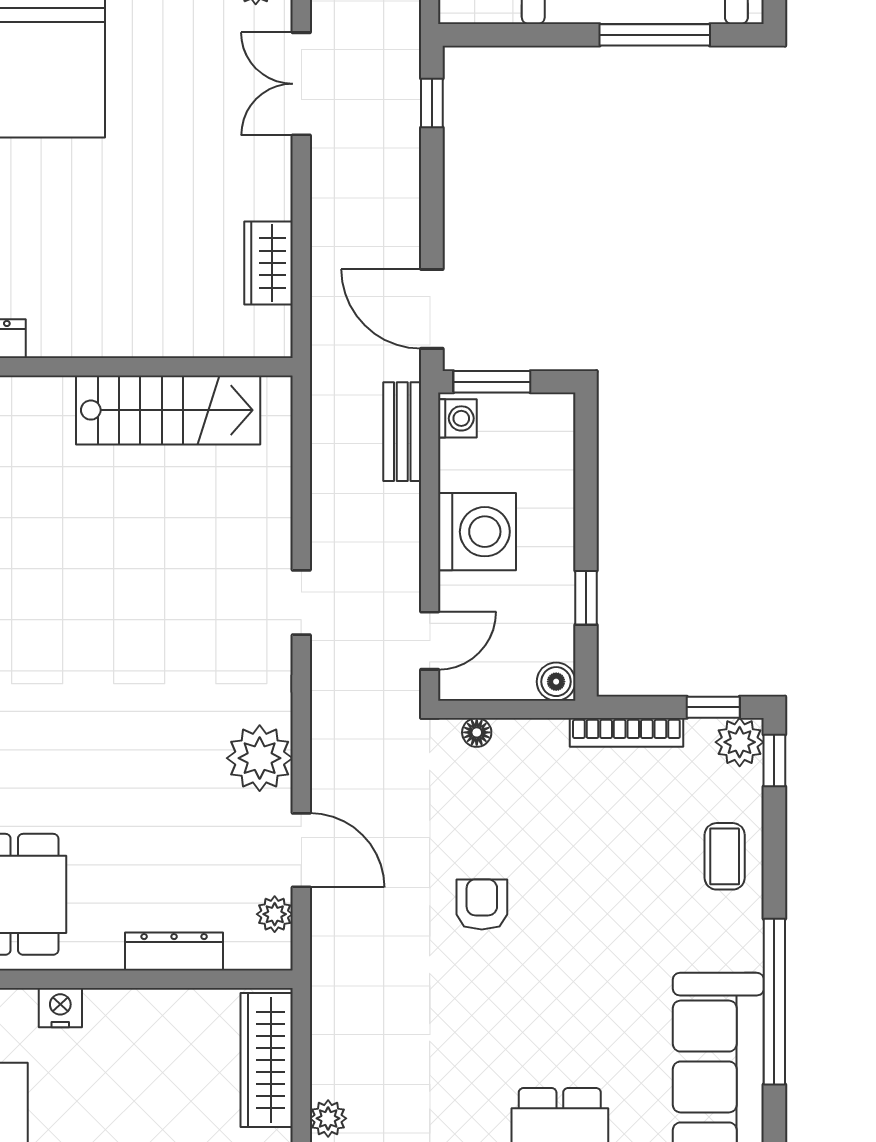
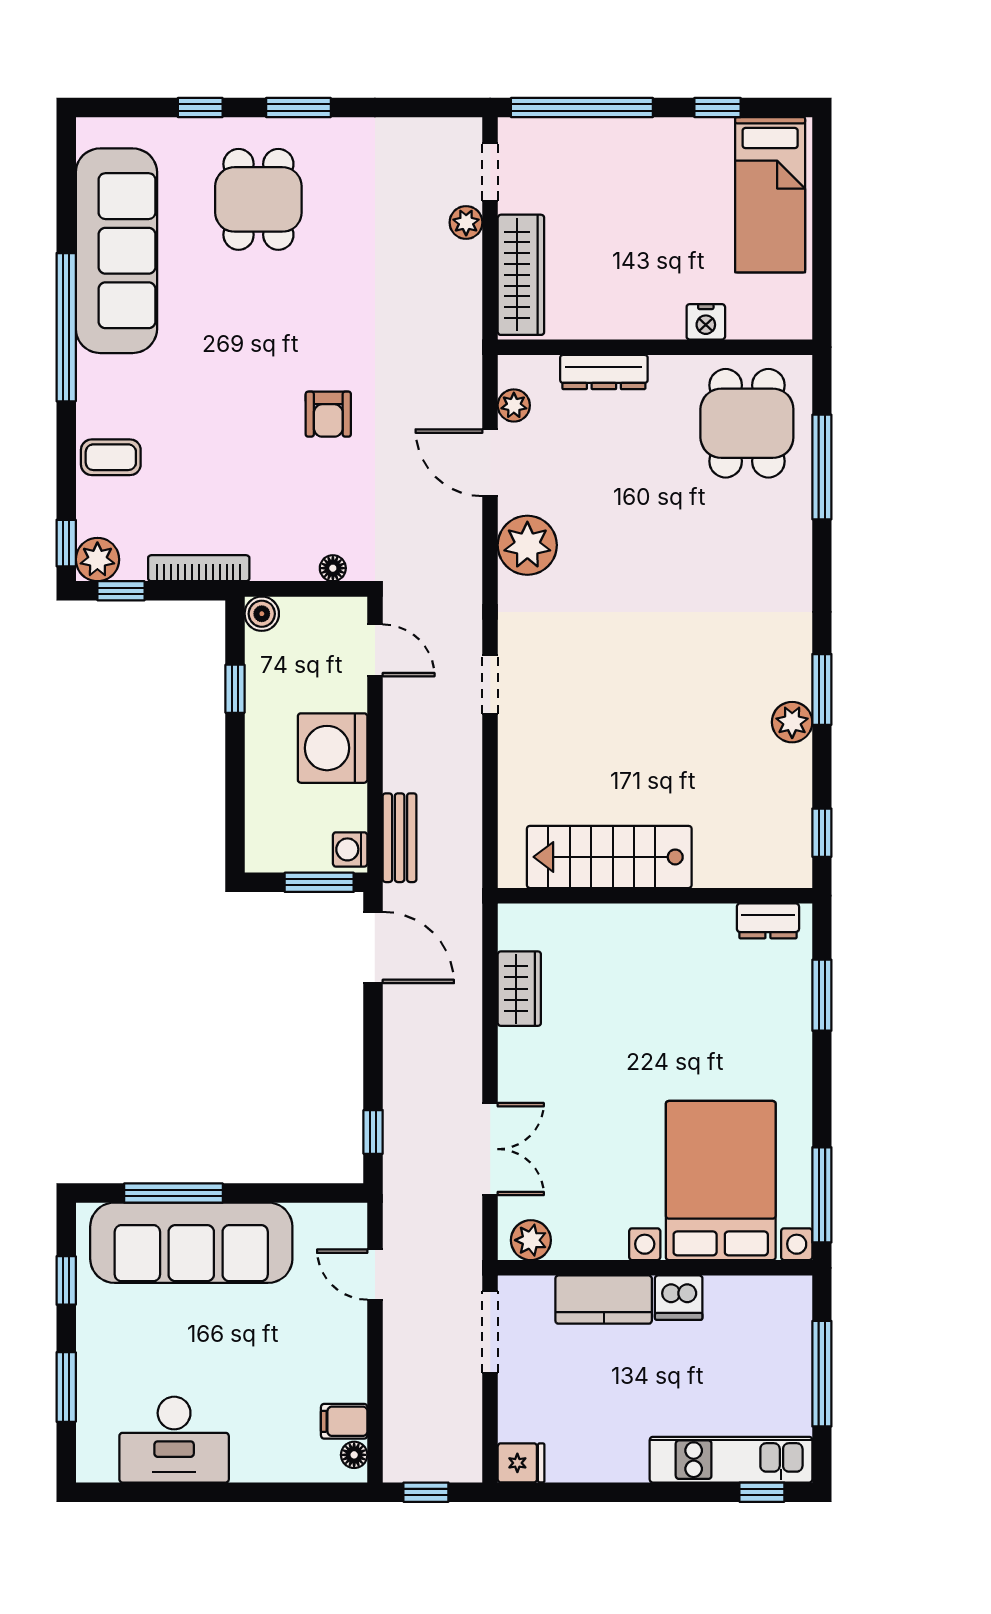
door: (430, 641) -> (375, 650), swing flipped
coffee table: (725, 856) -> (111, 457), turned 90

